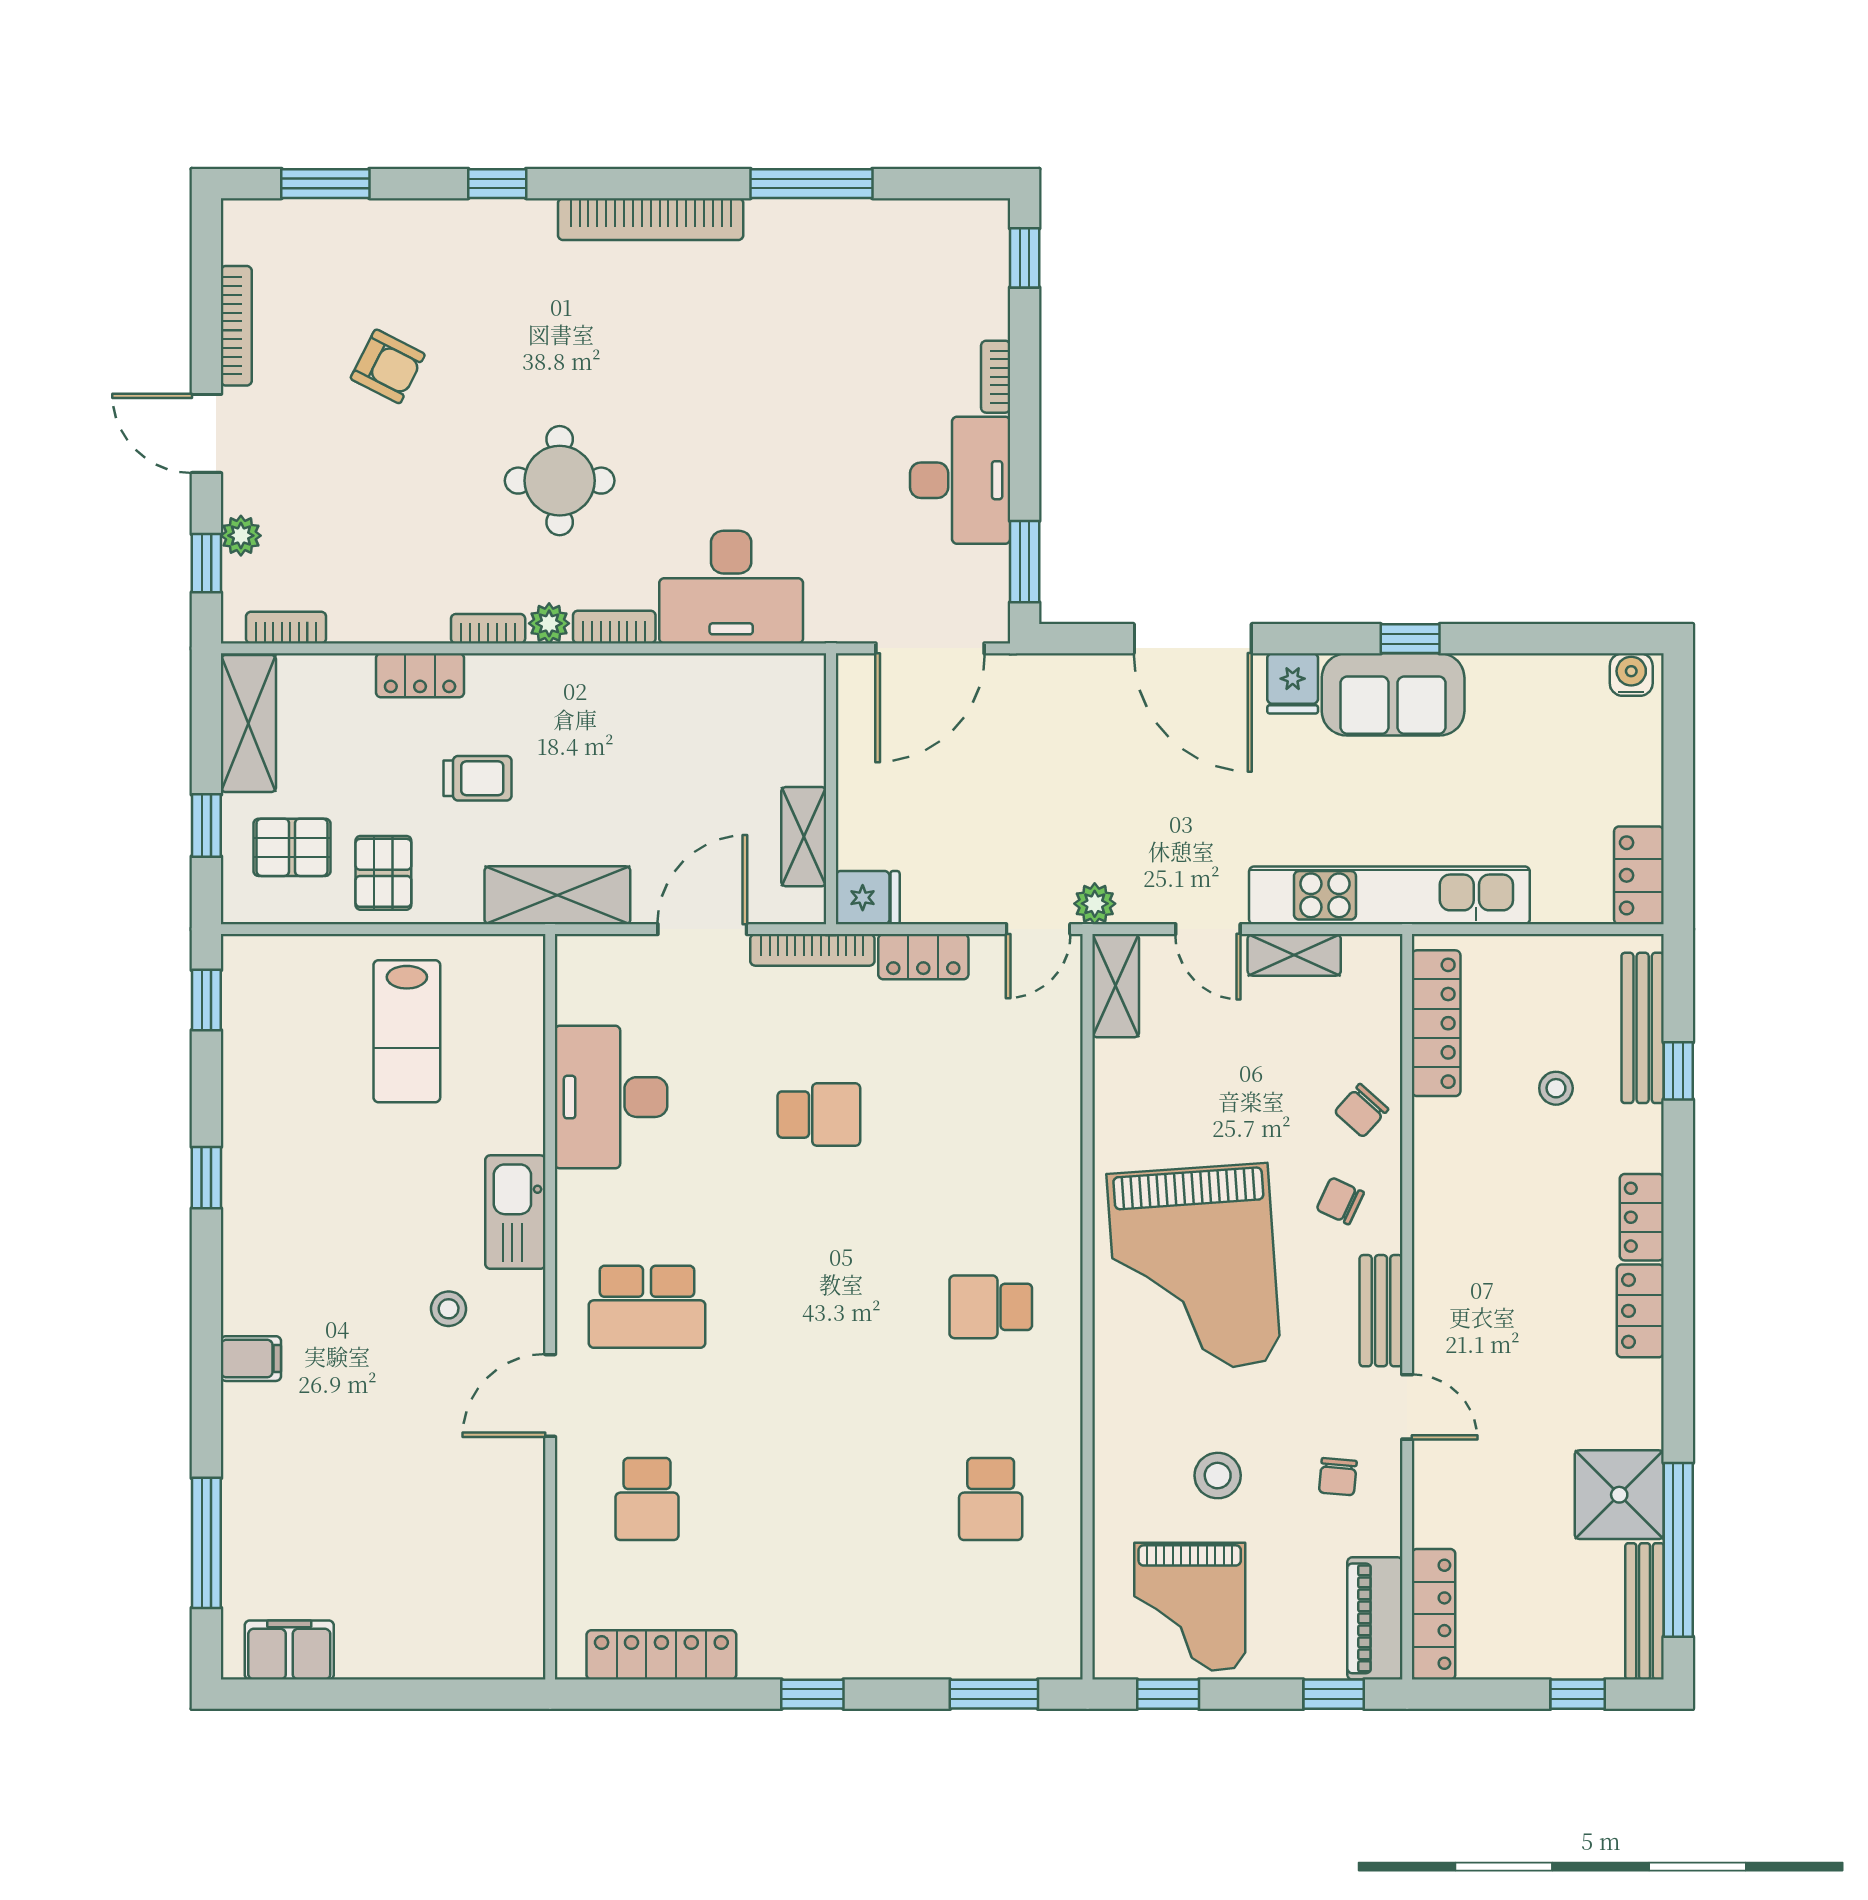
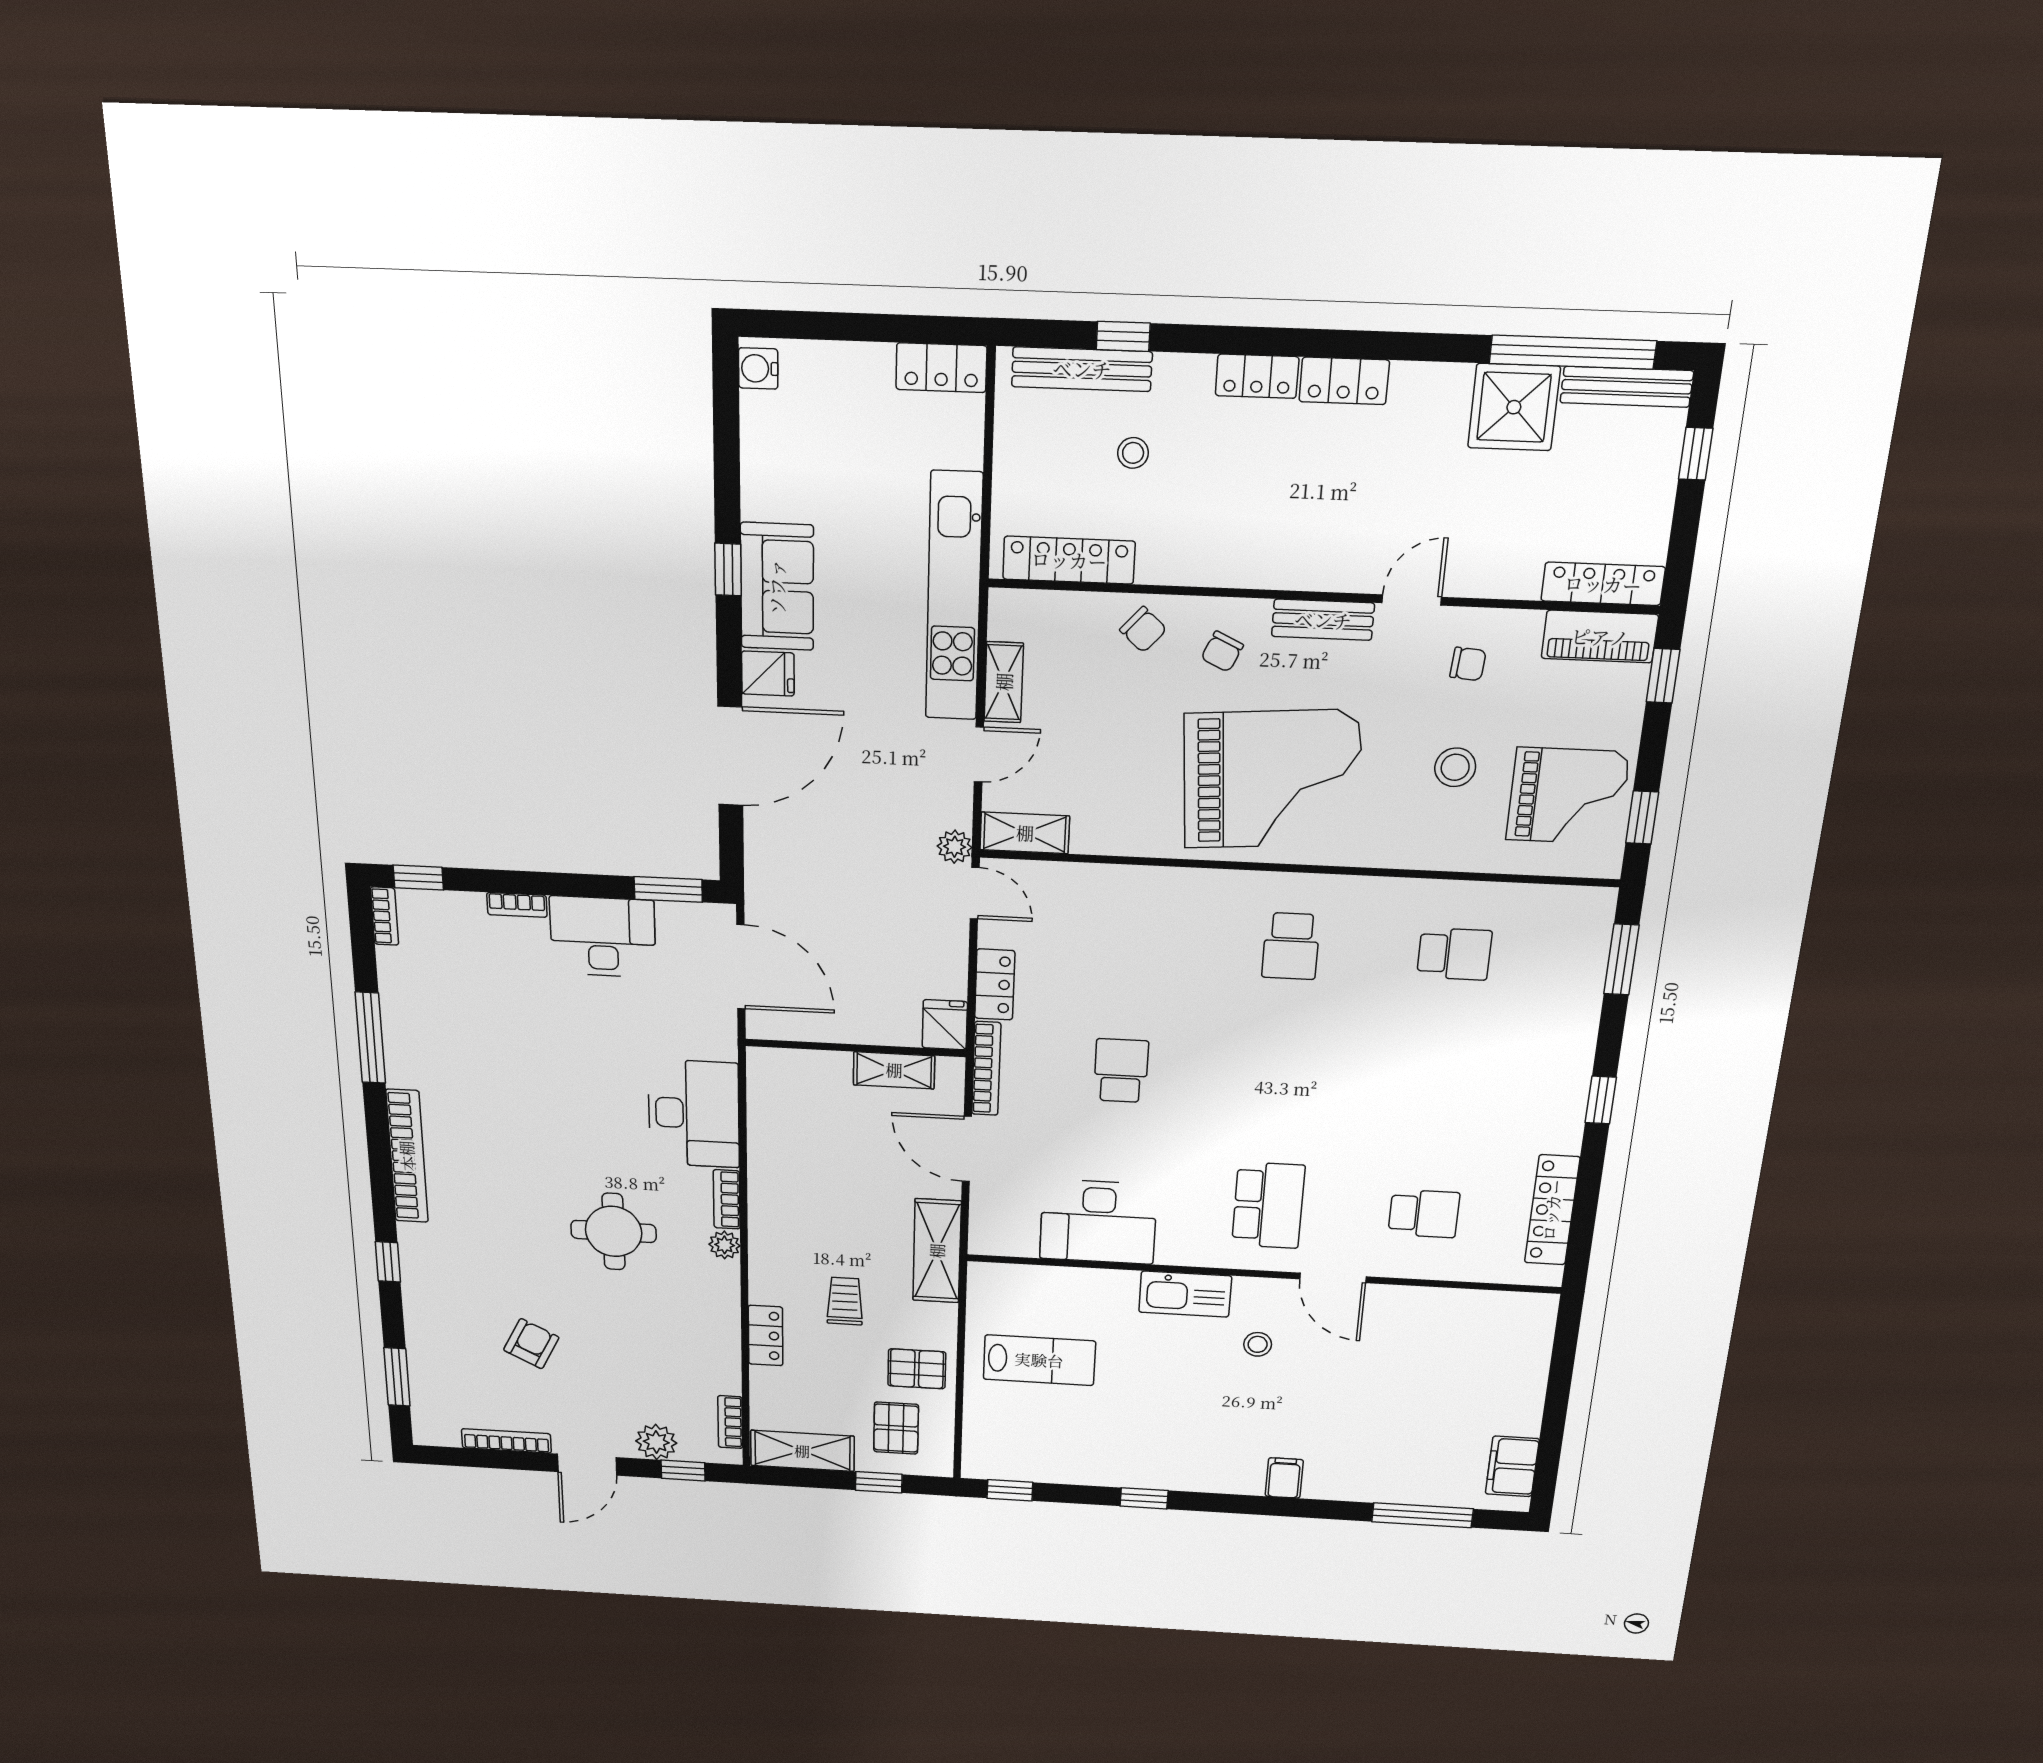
plant: (241, 536) -> (656, 1442), width x1.38, depth x1.38
bookcase: (488, 629) -> (385, 916), moved, turned 180

